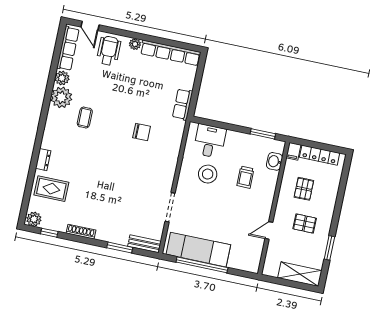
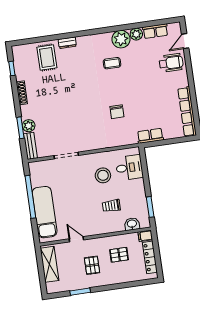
plant: (135, 44) -> (184, 81), removed
row of seats: (68, 49) -> (155, 31), width x0.68
plant: (34, 219) -> (29, 126), moved
exam couch: (198, 250) -> (45, 212), moved
shelving: (300, 274) -> (49, 264), moved

